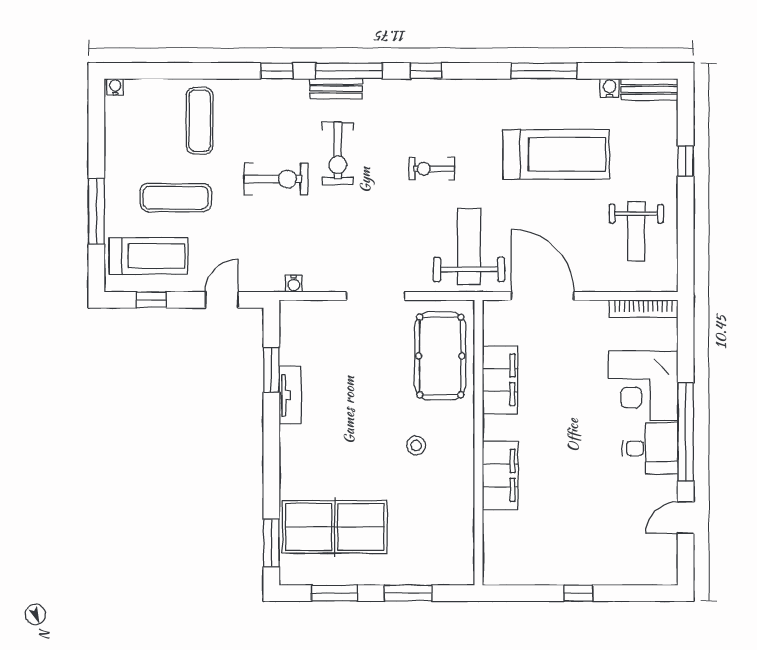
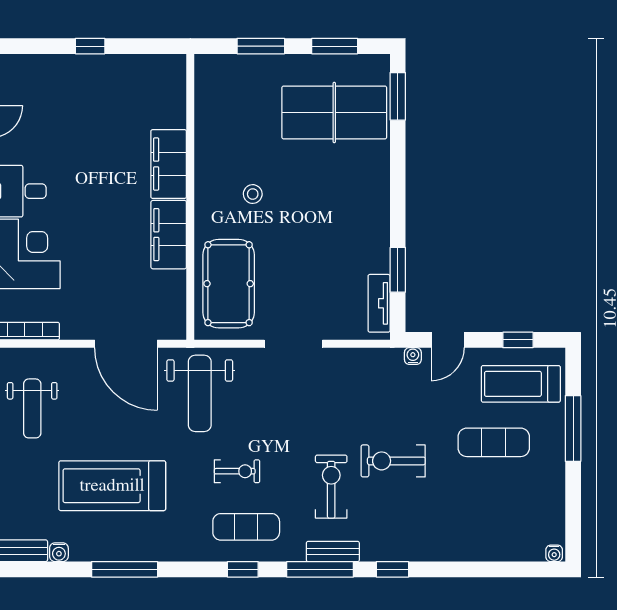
exercise mat: (200, 121) -> (246, 527), moved, turned 90
weight bench: (636, 231) -> (32, 408), turned 180
water cooler: (294, 284) -> (413, 356), moved
filing cabinet: (500, 380) -> (169, 235), moved
tv unit: (290, 395) -> (379, 303), moved

